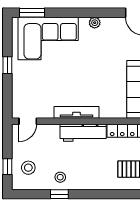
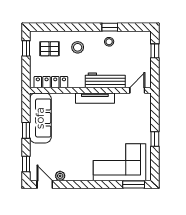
plant: (95, 23) -> (60, 176), moved
workbench: (83, 133) -> (105, 80), moved
stool: (28, 168) -> (78, 47), moved

